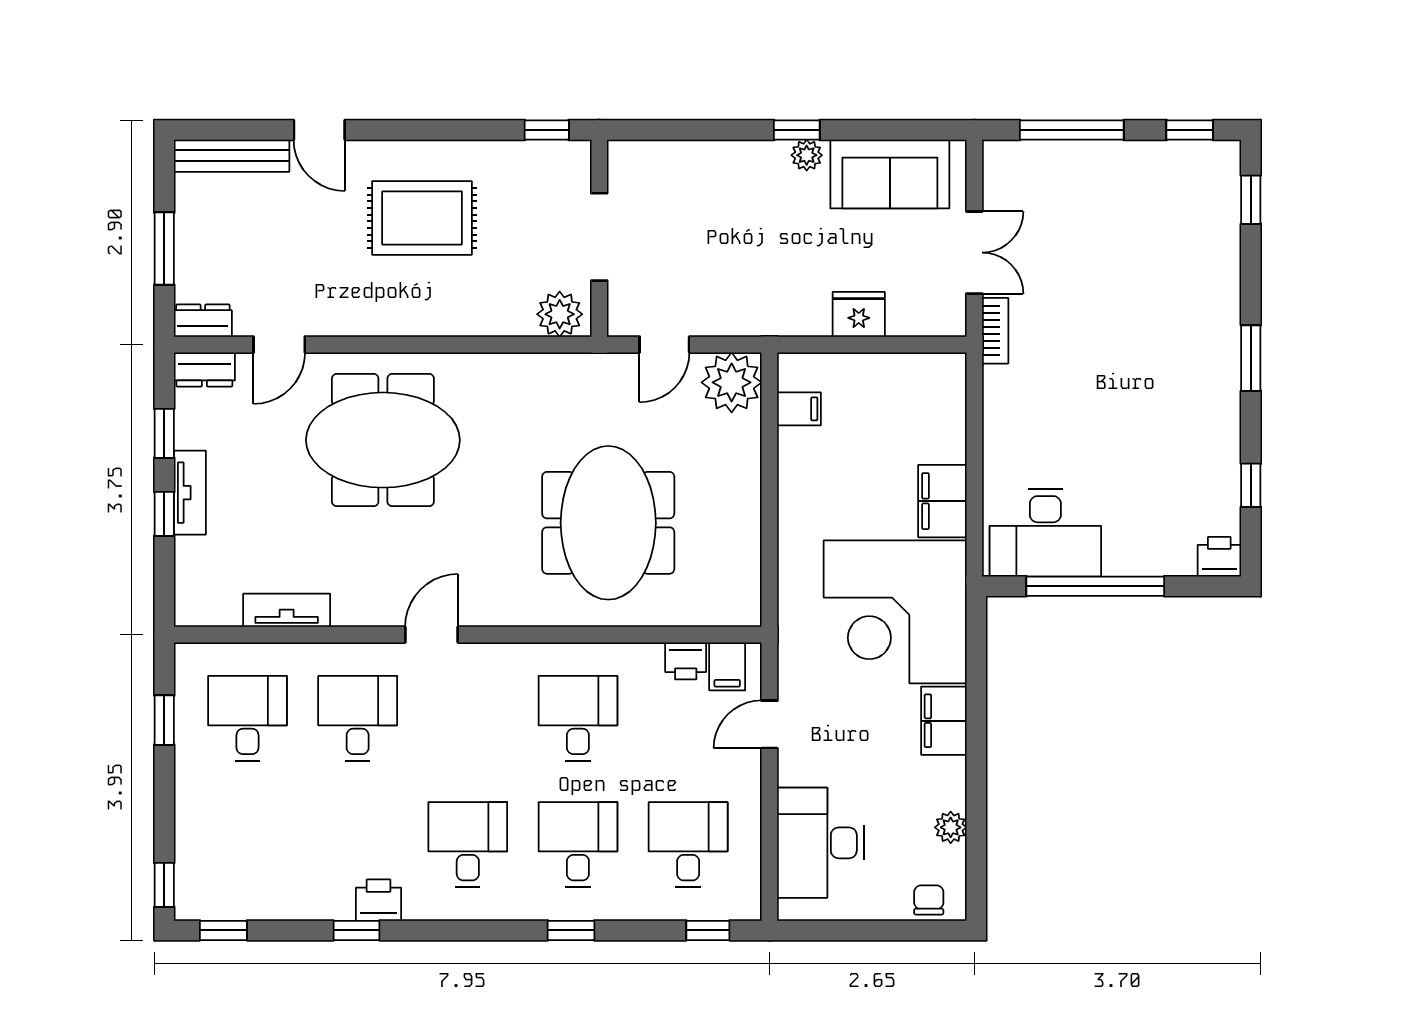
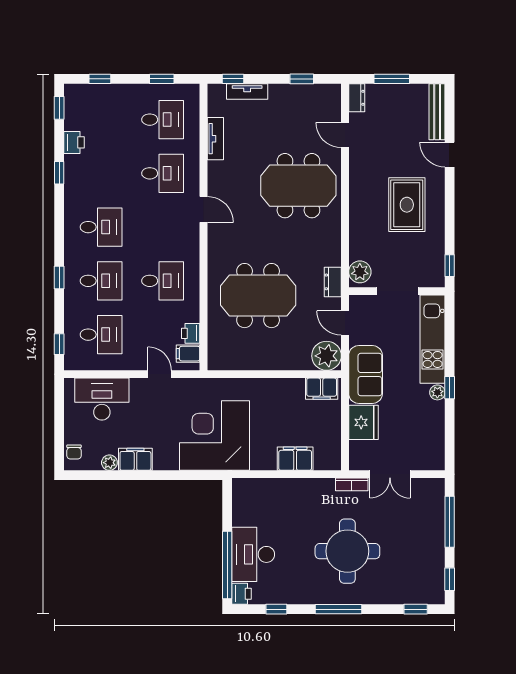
door: (319, 130) -> (450, 155), hinge flipped
kitchen unit: (698, 165) -> (433, 339), added
sofa: (890, 174) -> (366, 375), moved, turned 180
fridge: (859, 314) -> (363, 422), width x1.36, depth x1.34
round table: (1132, 340) -> (347, 551), added
window: (1251, 358) -> (338, 609), width x1.44
dresser: (204, 369) -> (333, 282), moved
filing cabinet: (799, 409) -> (322, 389), width x2.00
meeting table: (383, 440) -> (298, 186), turned 90
tv unit: (190, 493) -> (247, 91), moved
filing cabinet: (942, 501) -> (295, 459), moved
window: (164, 514) -> (233, 79), moved
desk: (1045, 533) -> (253, 554), moved
window: (1095, 586) -> (227, 565), moved
filing cabinet: (944, 721) -> (135, 459), moved
window: (164, 885) -> (100, 79), moved
printer: (379, 900) -> (74, 142), moved
chair: (929, 900) -> (74, 452), turned 90

